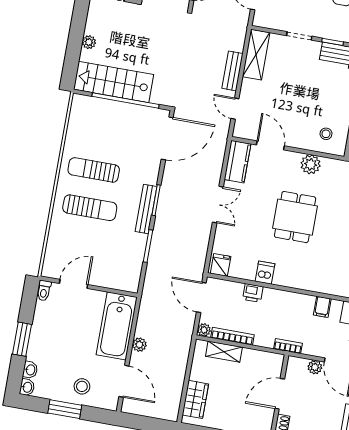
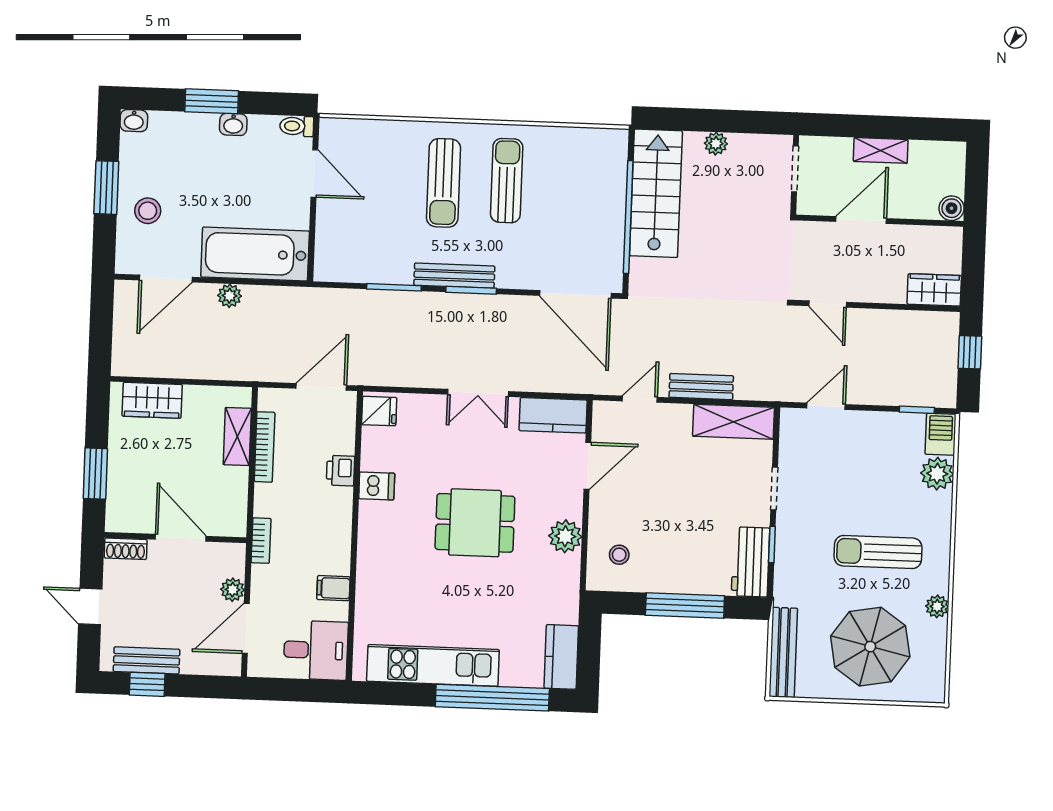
plant: (204, 330) -> (268, 399), removed
washbasin: (30, 370) -> (233, 124), moved

